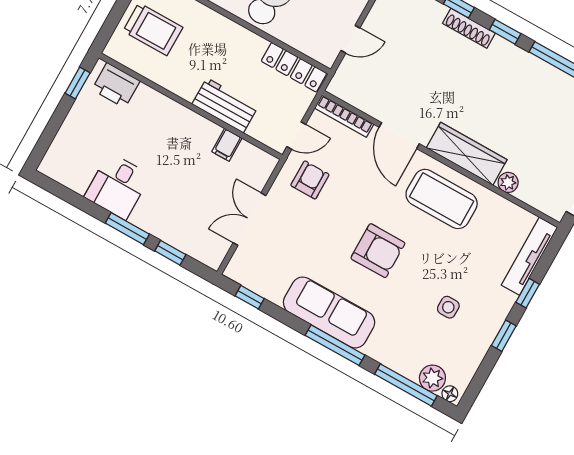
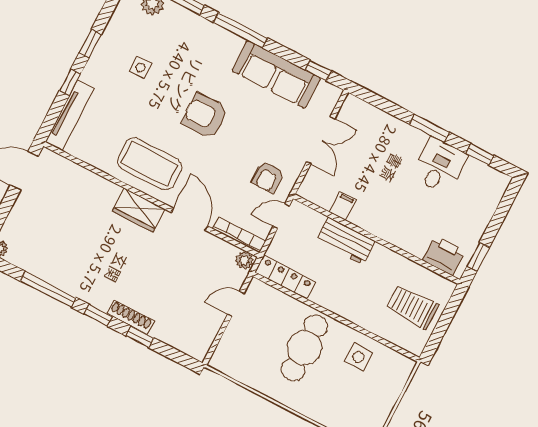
wardrobe: (467, 154) -> (139, 210), width x0.67
plant: (508, 182) -> (244, 260), moved
window: (170, 253) -> (480, 154), moved
sofa: (329, 312) -> (276, 74), moved

